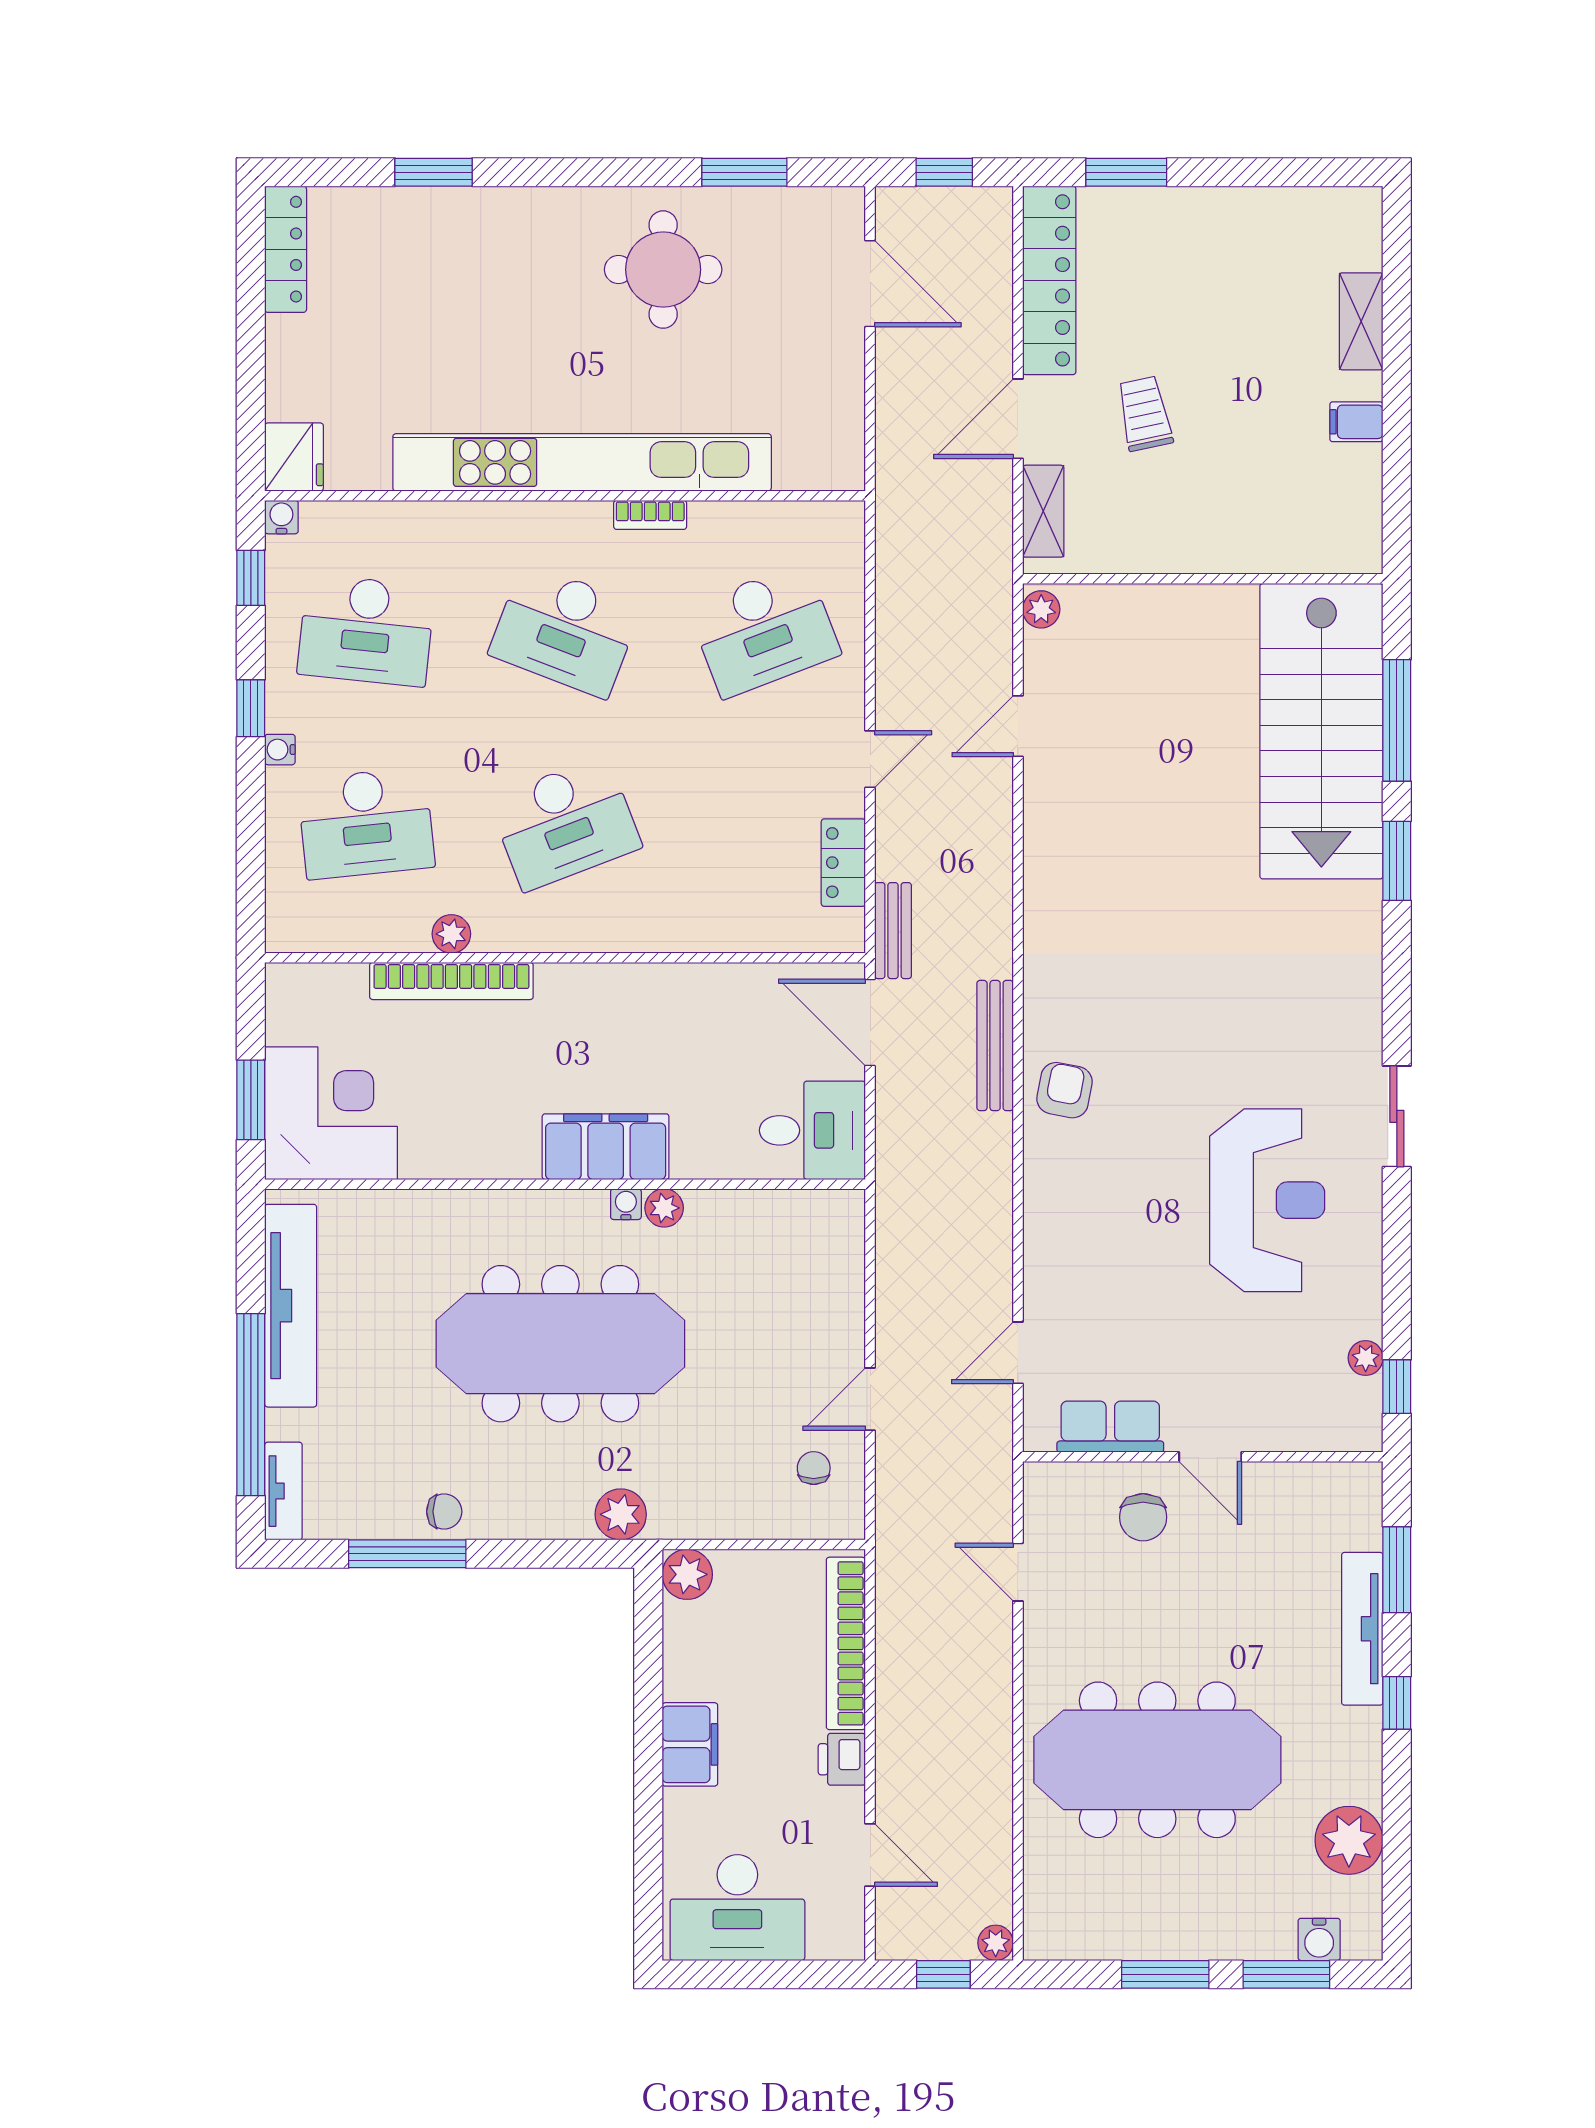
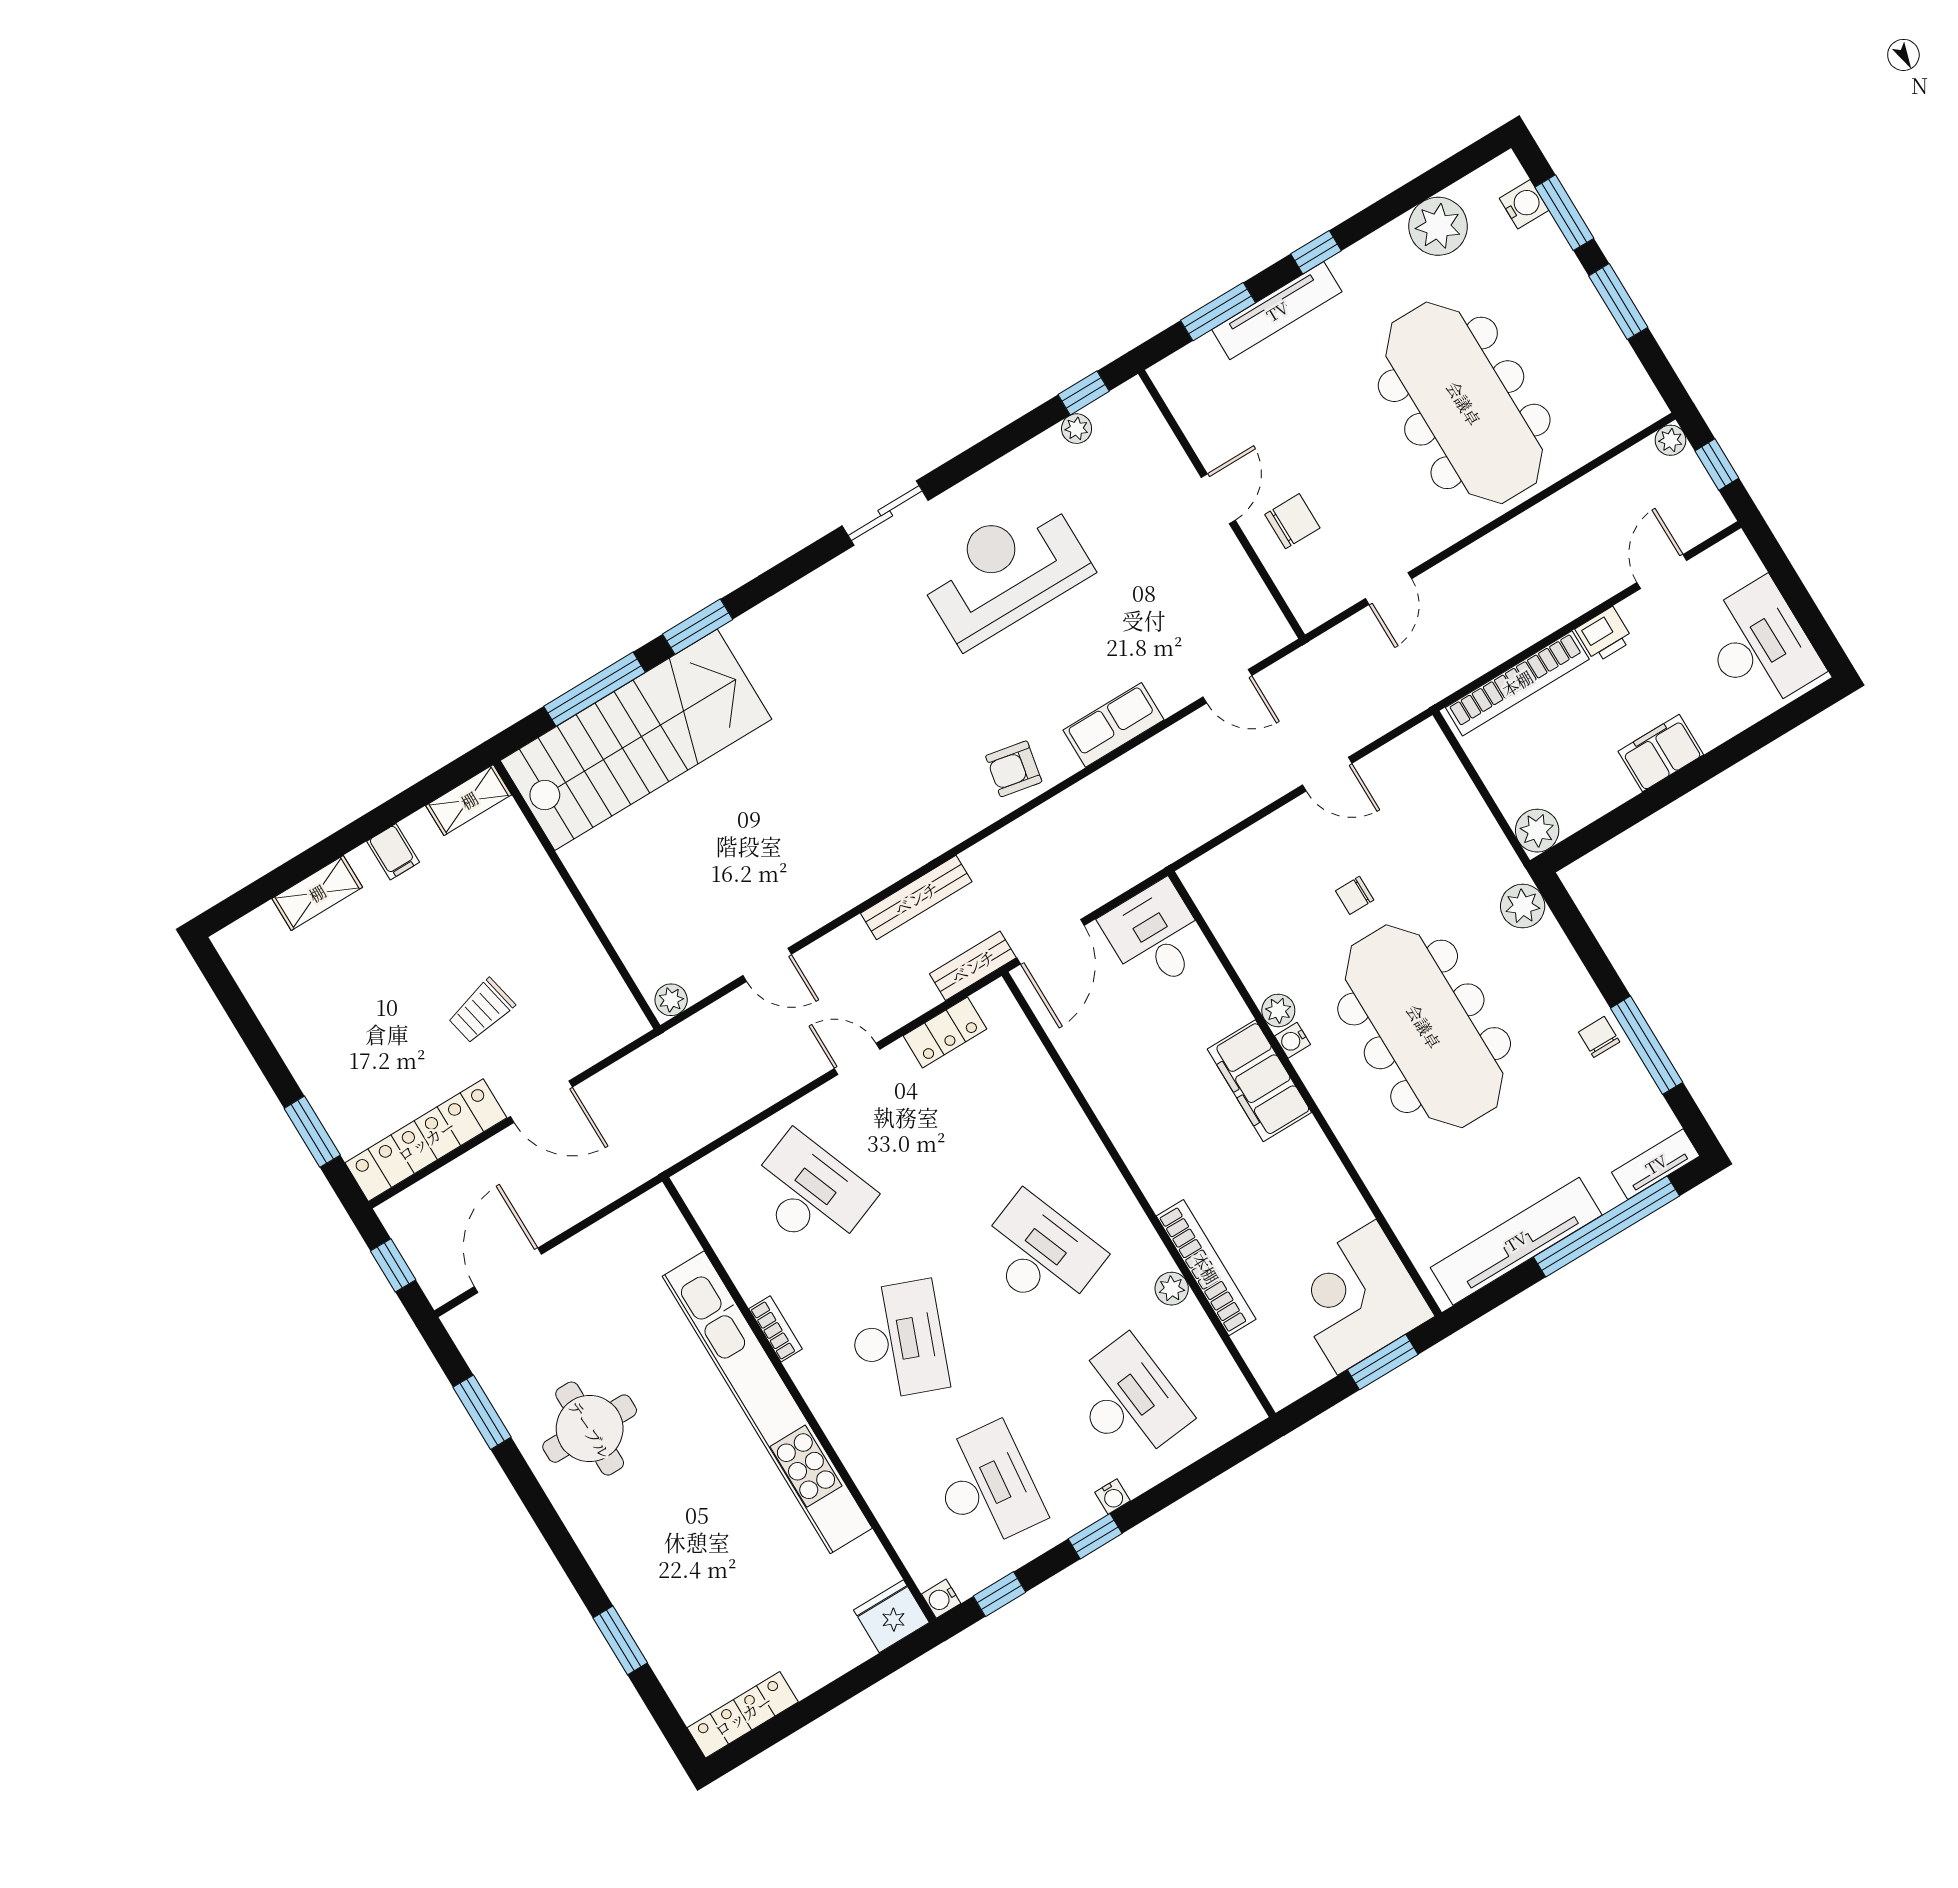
shelving: (1043, 511) -> (469, 800), moved
bench: (995, 1046) -> (916, 898), moved
row of seats: (1110, 1427) -> (1113, 725), moved, turned 90
chair: (814, 1468) -> (1355, 895), moved

